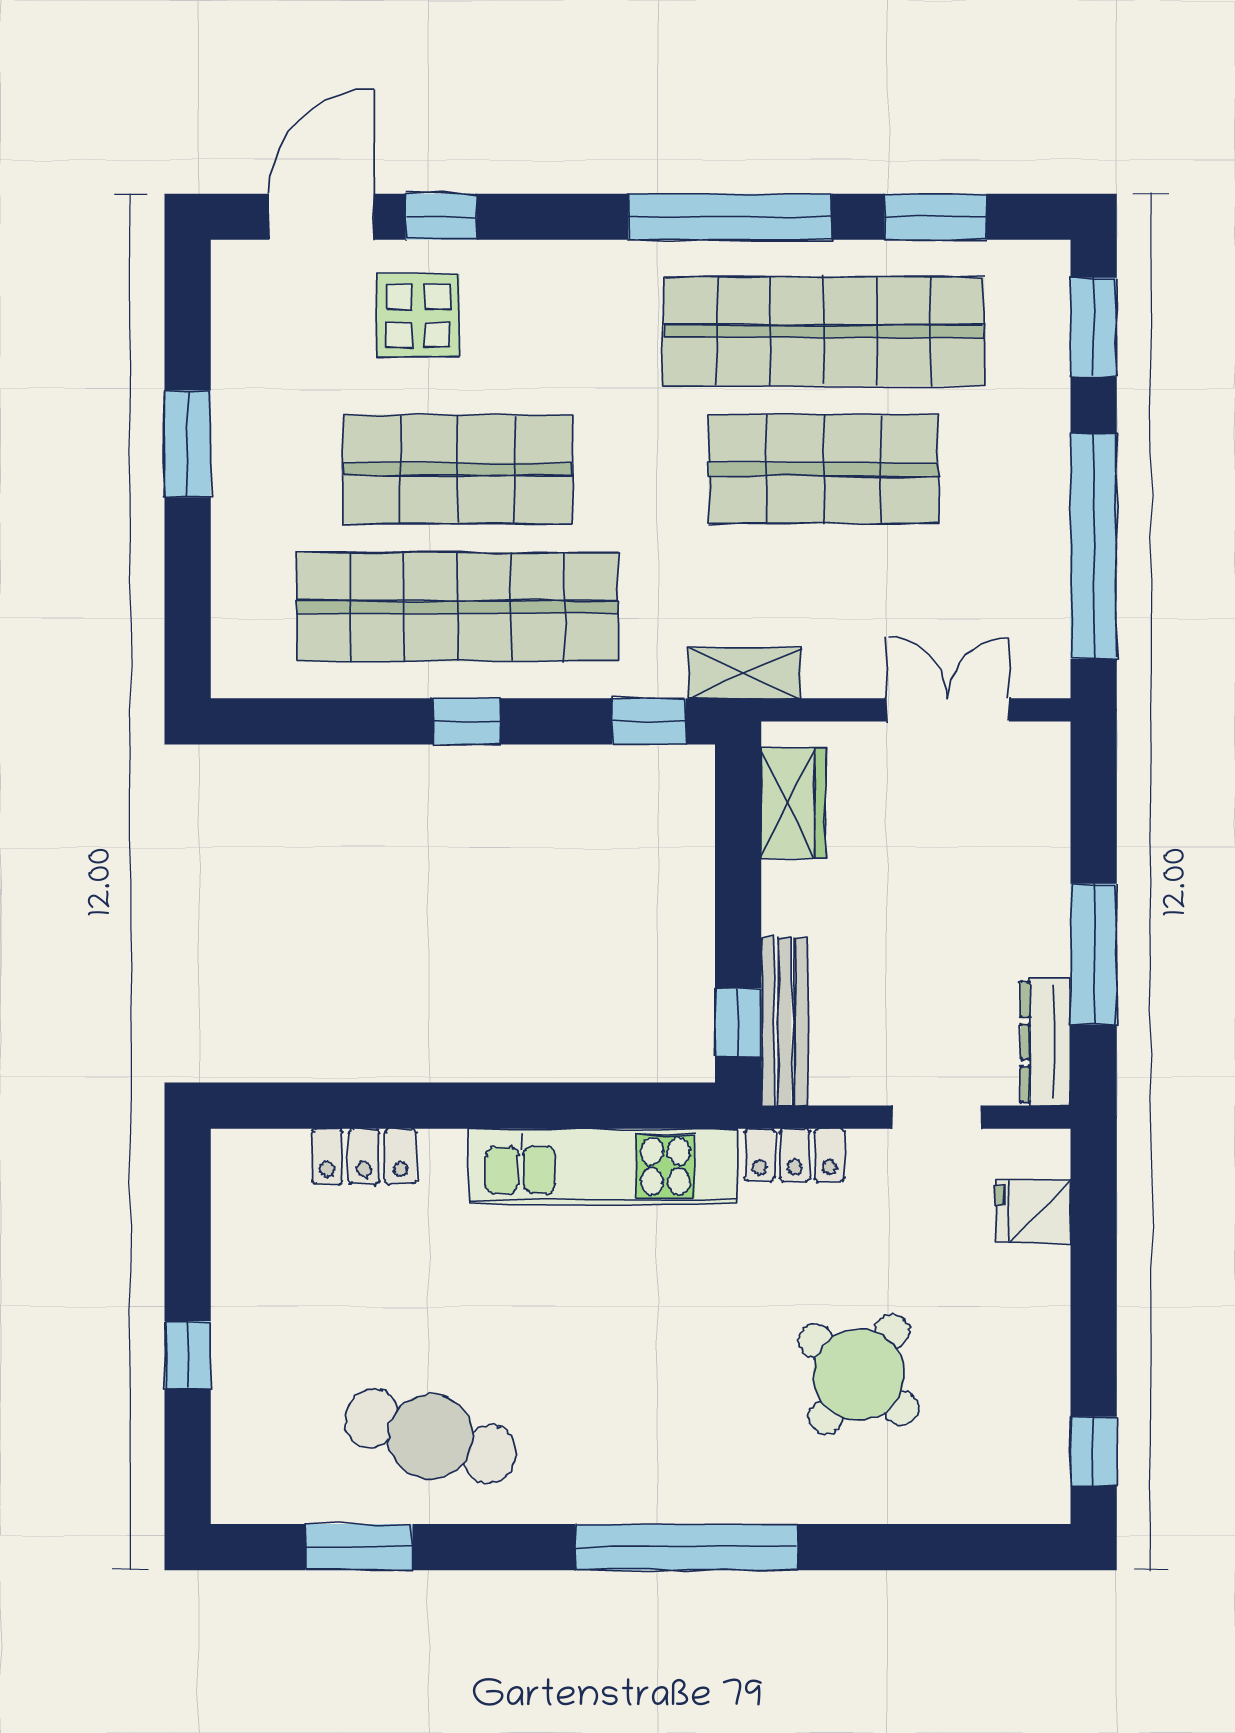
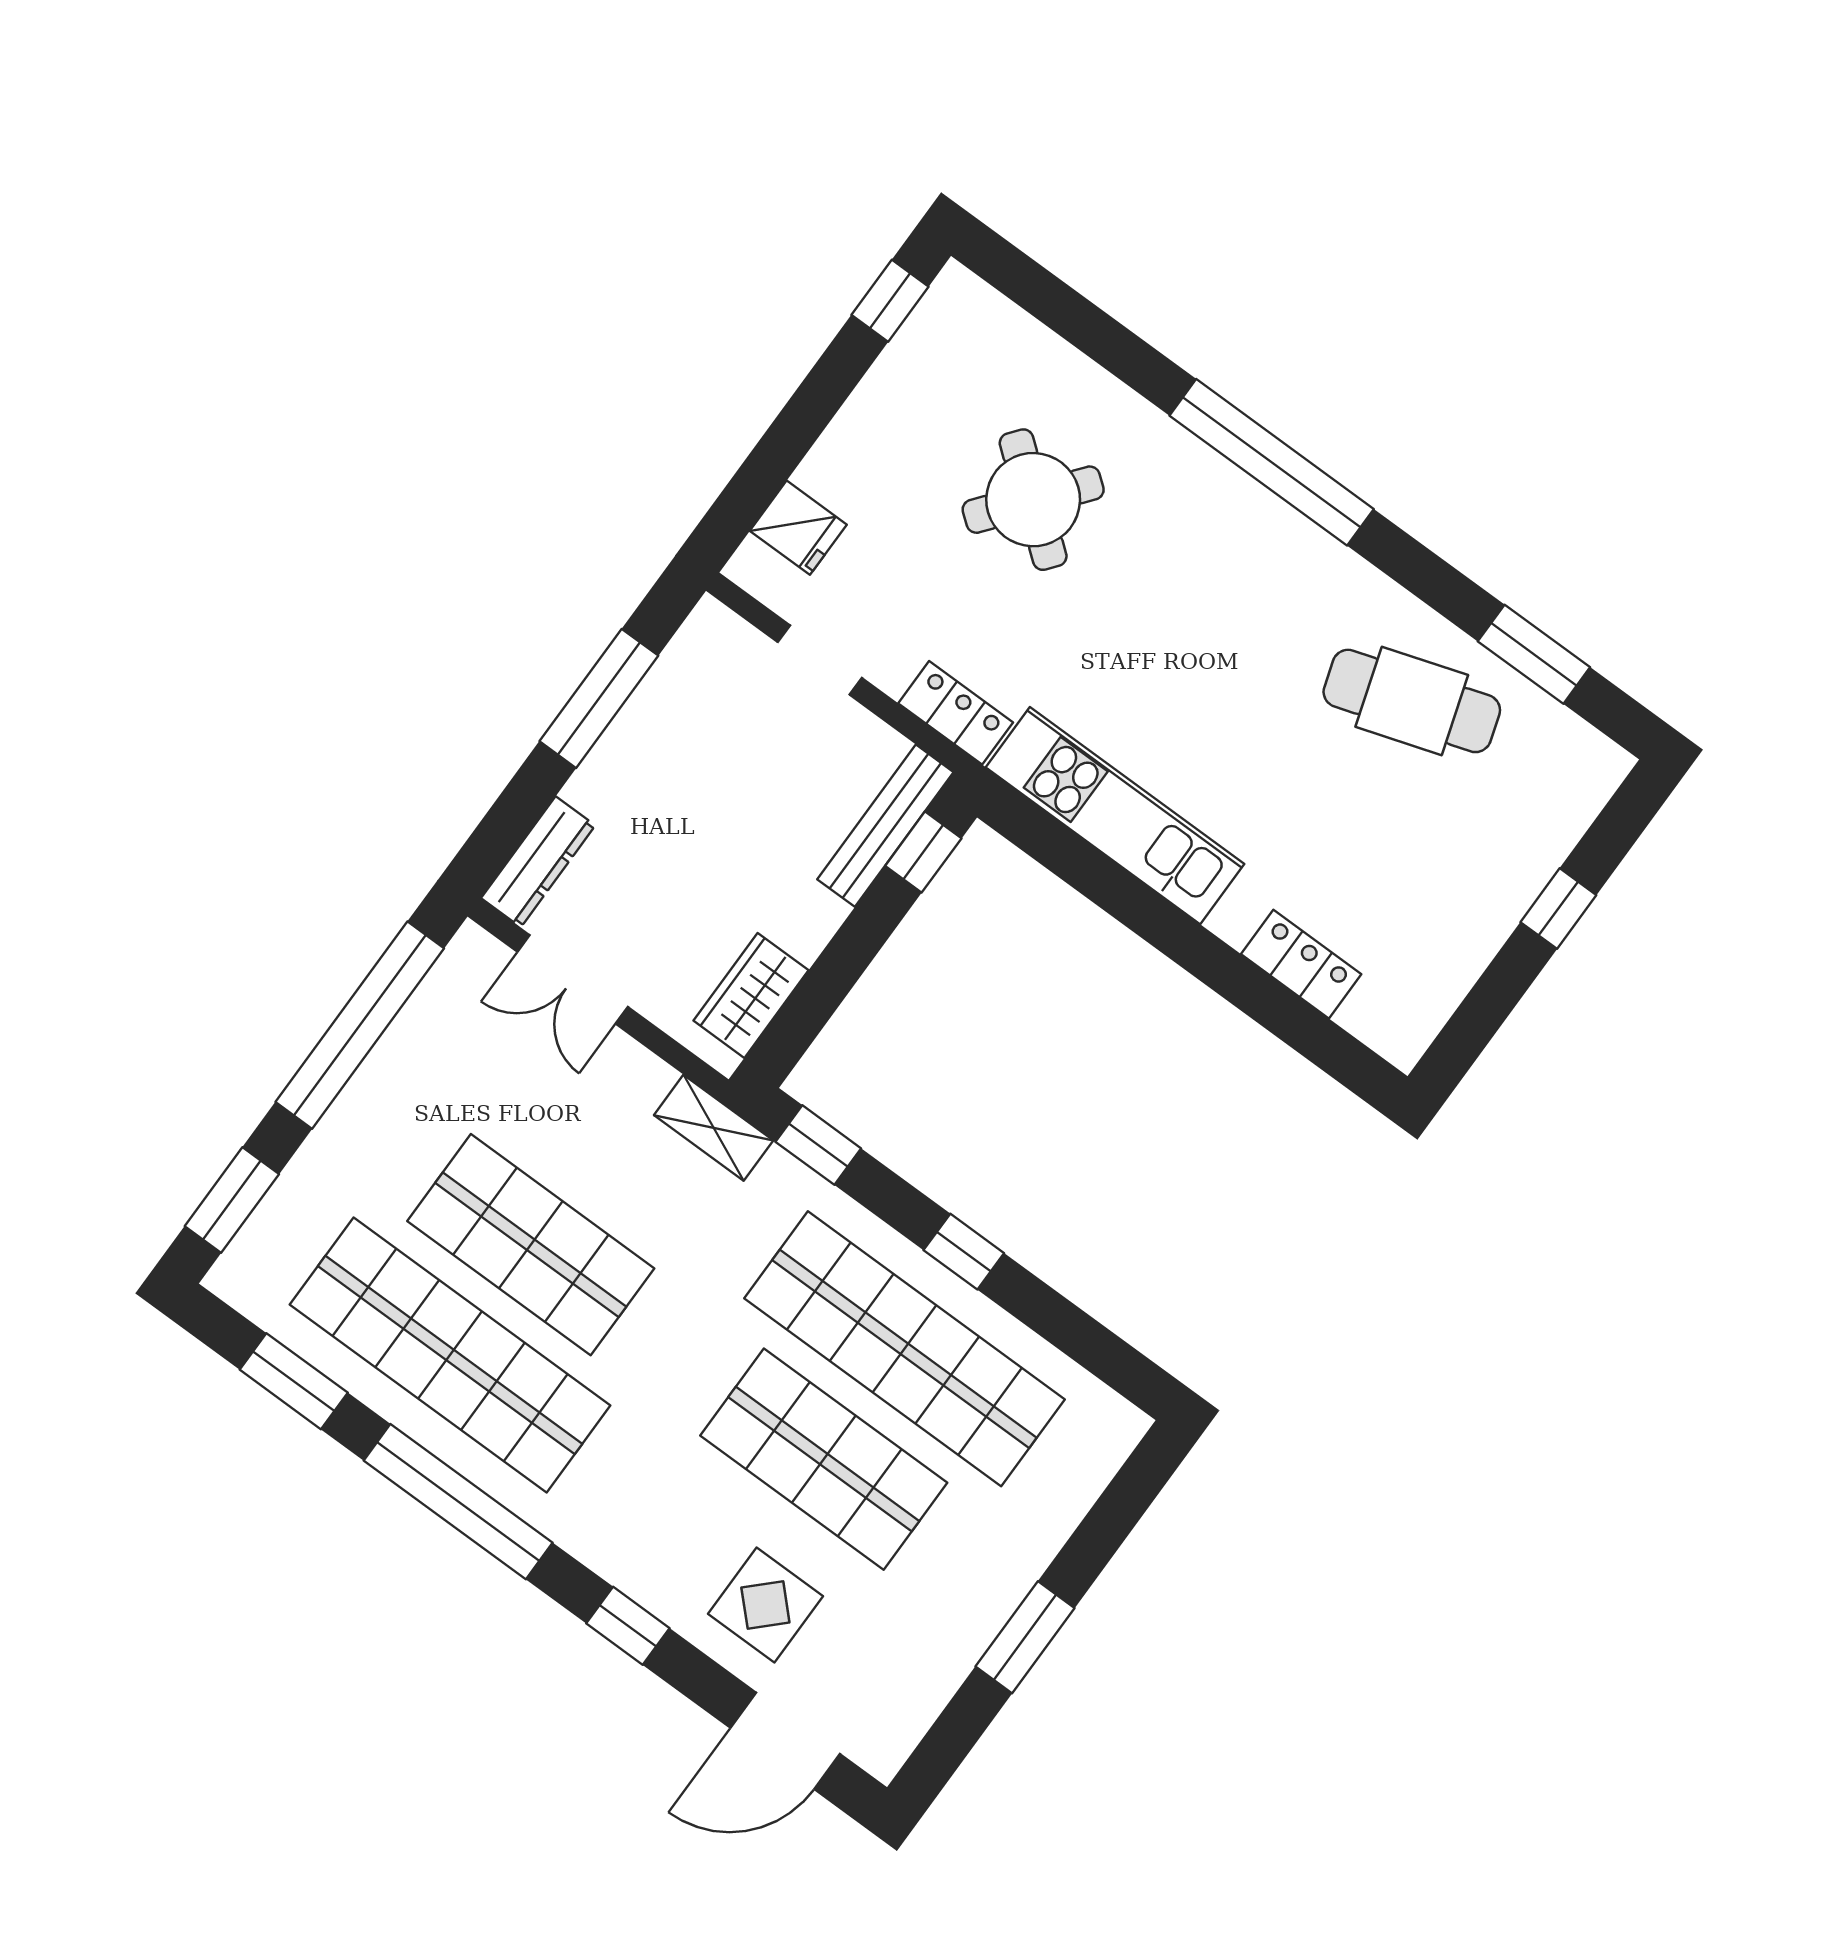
window: (441, 217) -> (628, 1626), moved
dresser: (1046, 1042) -> (538, 862), moved
cafe table: (431, 1436) -> (1412, 701), turned -35

